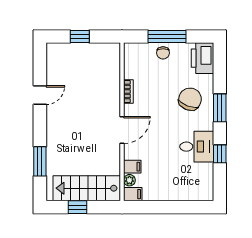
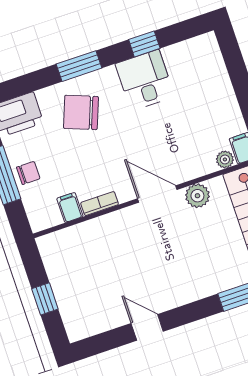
plant: (112, 155) -> (197, 196), added
filing cabinet: (132, 167) -> (70, 207), moved

